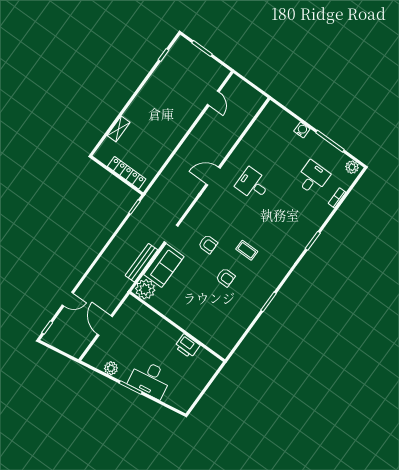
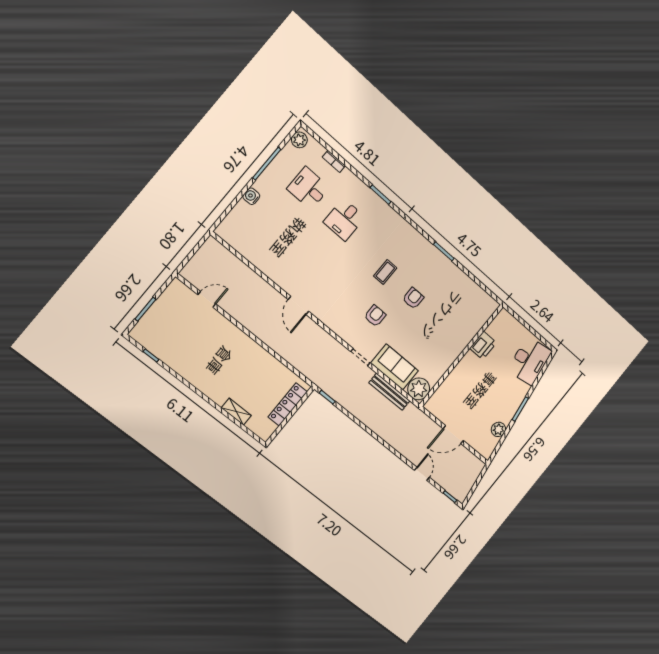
desk: (253, 184) -> (344, 220), moved
desk: (150, 379) -> (529, 361), moved

